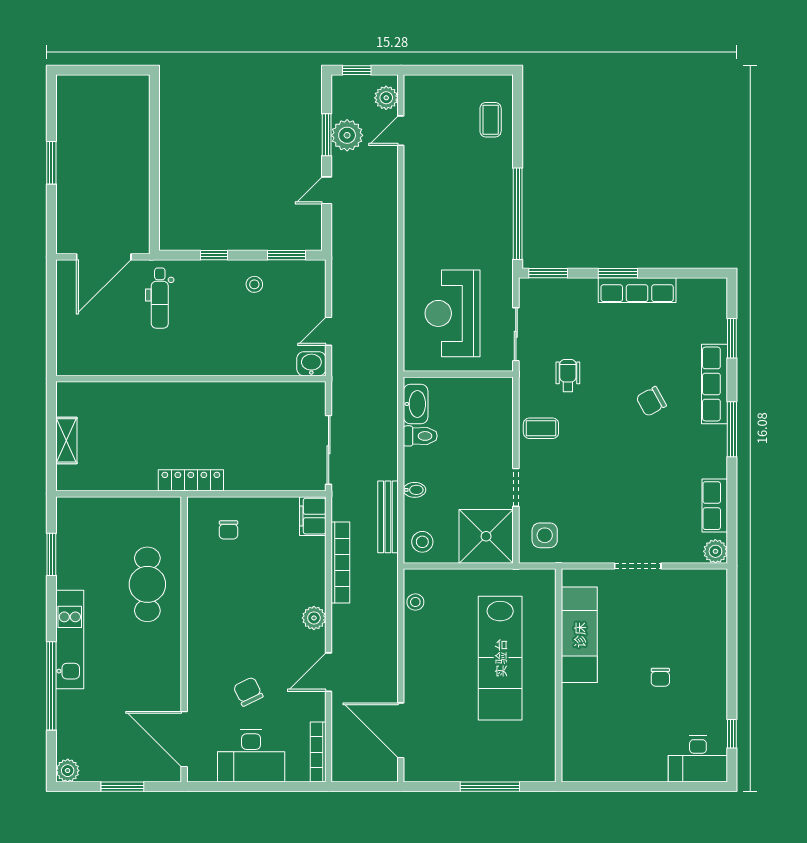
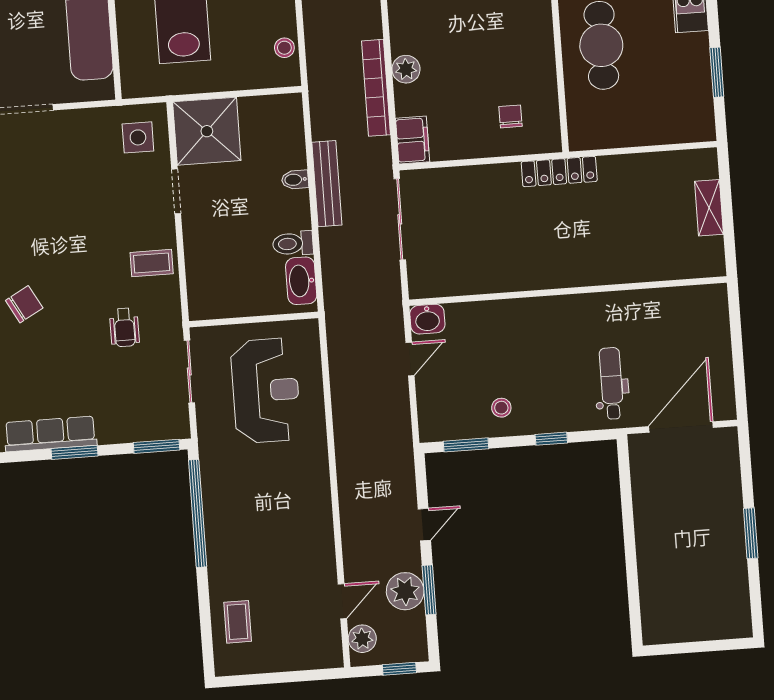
bench: (388, 517) -> (327, 184), moved
stool: (422, 542) -> (281, 119), removed
plant: (314, 618) -> (406, 69), moved

